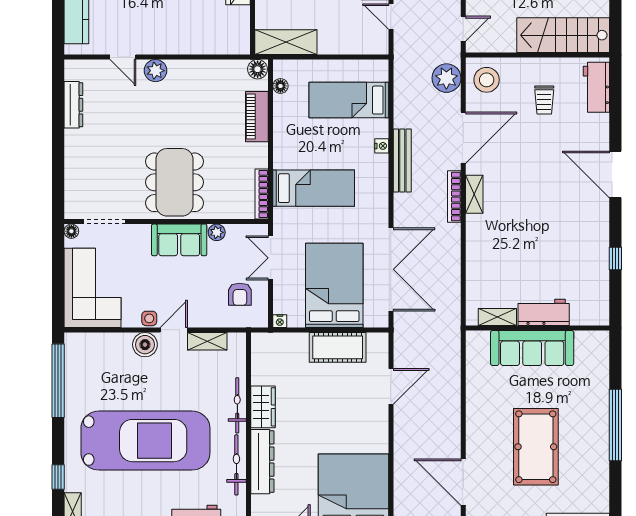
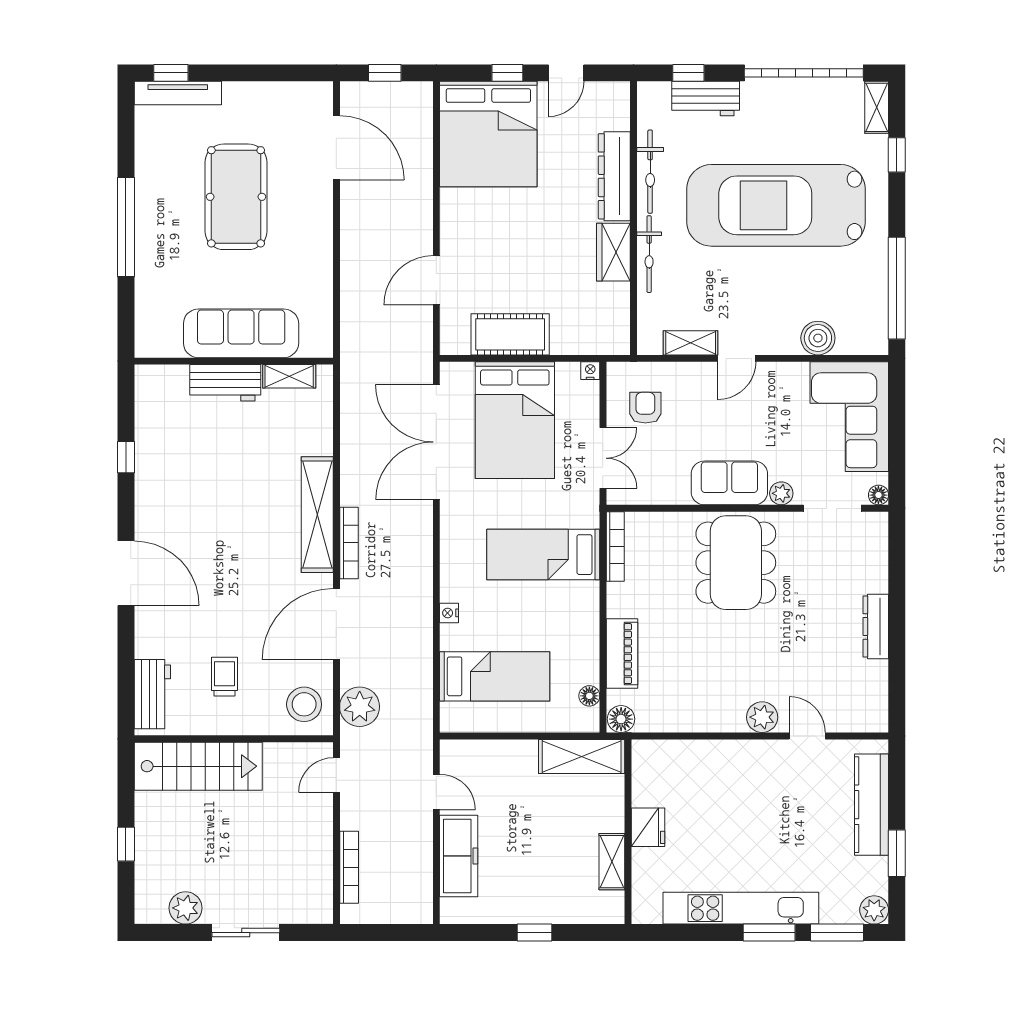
dresser: (73, 105) -> (876, 627), moved
bench: (402, 161) -> (421, 593), removed
shelving: (474, 194) -> (317, 515), width x2.20, depth x1.33
plant: (217, 232) -> (781, 493), moved
side table: (149, 318) -> (771, 374), removed
boiler: (145, 345) -> (818, 338), moved

